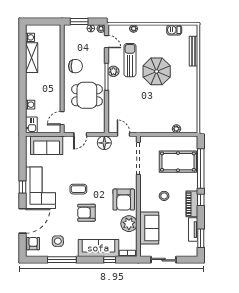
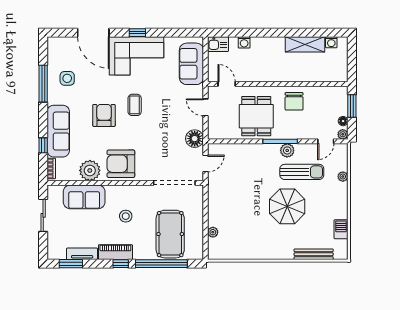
armchair: (33, 244) -> (64, 46), removed

